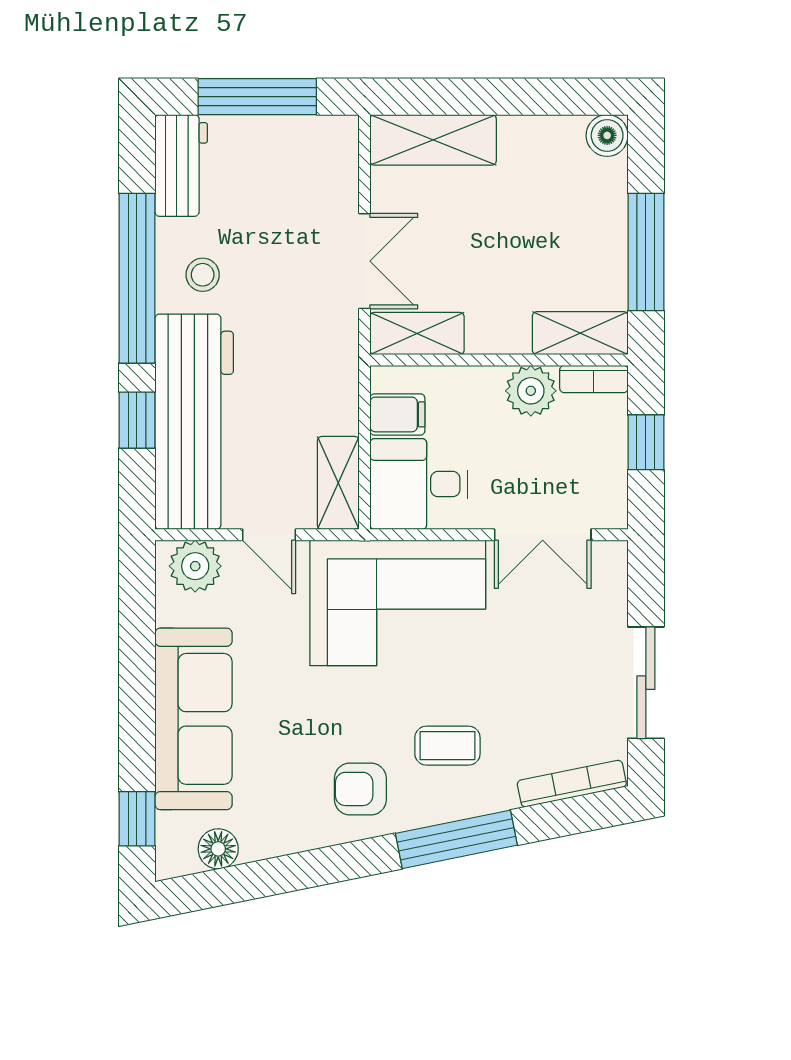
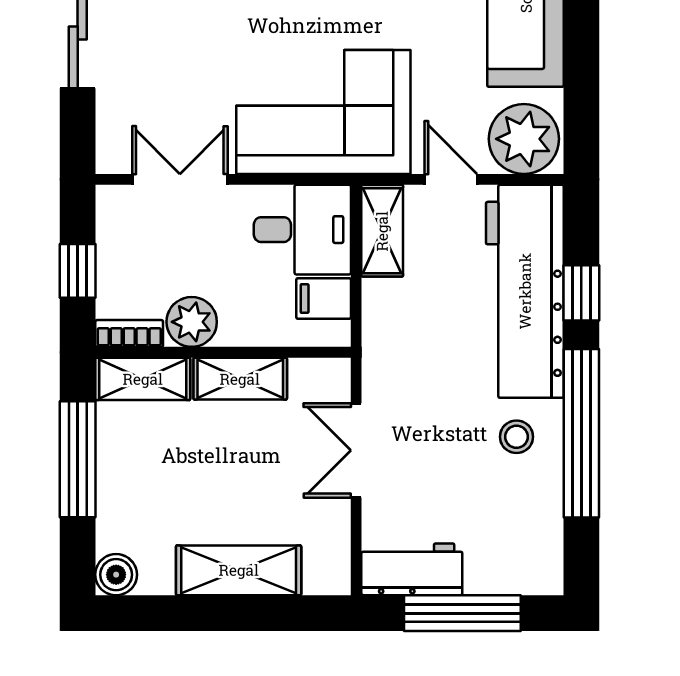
shelving: (433, 140) -> (239, 570), moved
workbench: (181, 165) -> (412, 569), moved, turned 90
shelving: (417, 333) -> (240, 379), moved
plant: (195, 566) -> (524, 139), width x1.36, depth x1.36

